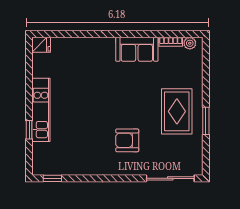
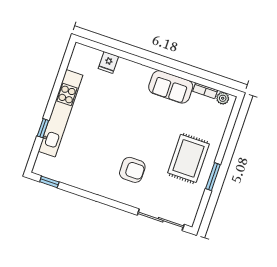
fridge: (41, 45) -> (108, 62), moved, turned 90
kitchen unit: (41, 110) -> (61, 113), width x1.36
armchair: (127, 140) -> (132, 170), turned 180

